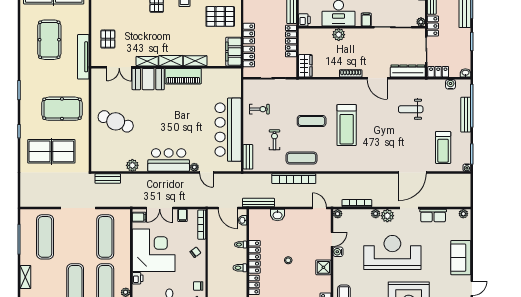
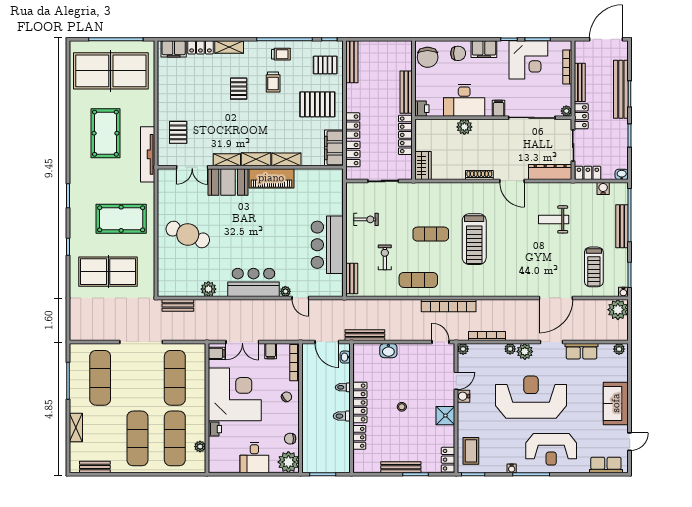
bar counter: (228, 130) -> (327, 245), width x0.73
bookcase: (294, 179) -> (449, 306), moved
plant: (462, 182) -> (618, 310), added

